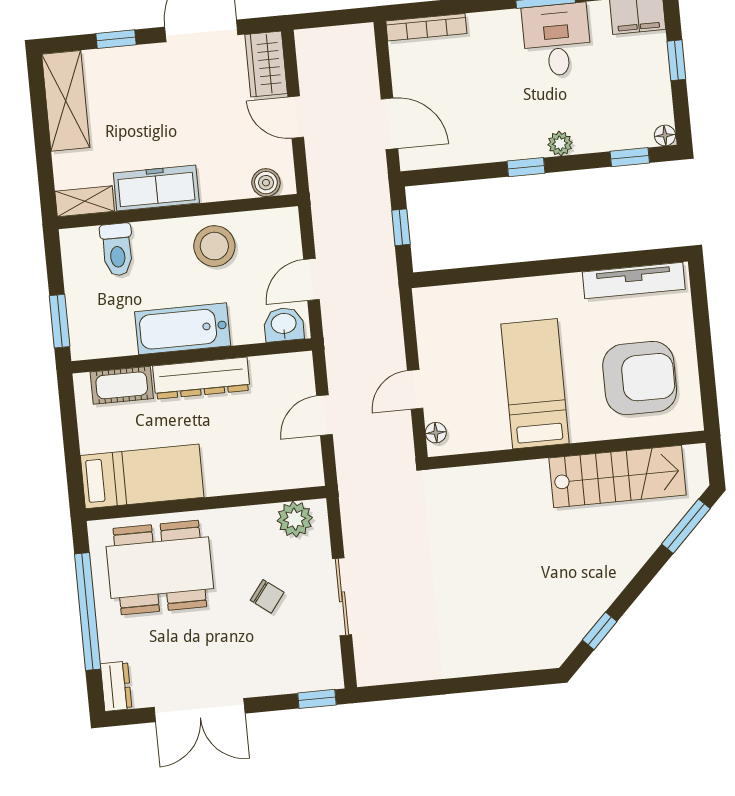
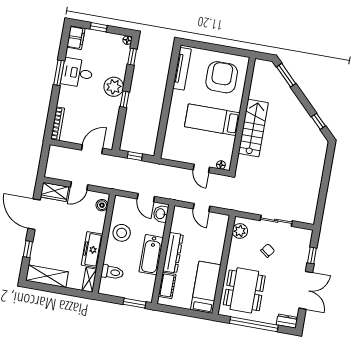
plant: (560, 144) -> (114, 87), width x1.88, depth x1.88
stairs: (618, 477) -> (253, 128), moved
window: (317, 699) -> (312, 255), moved

